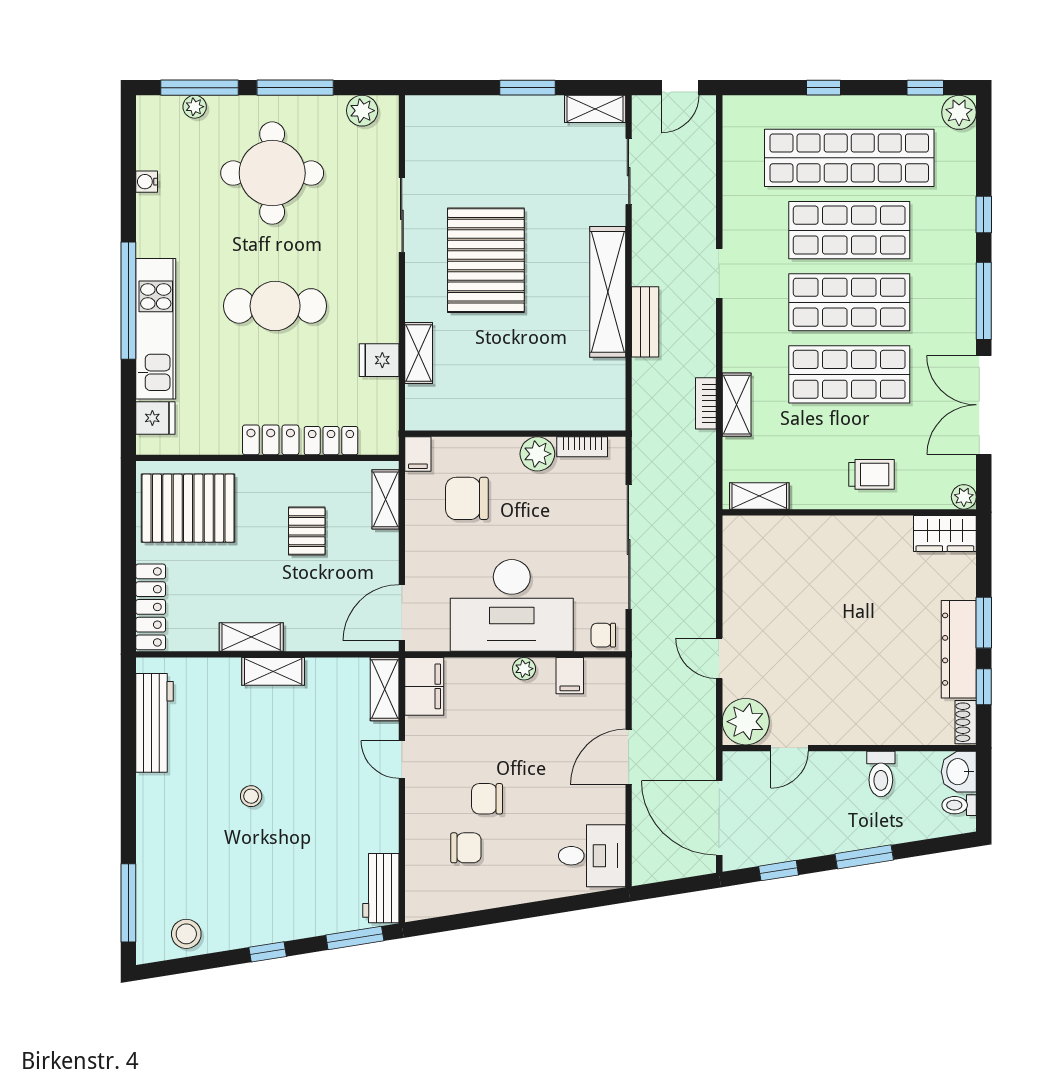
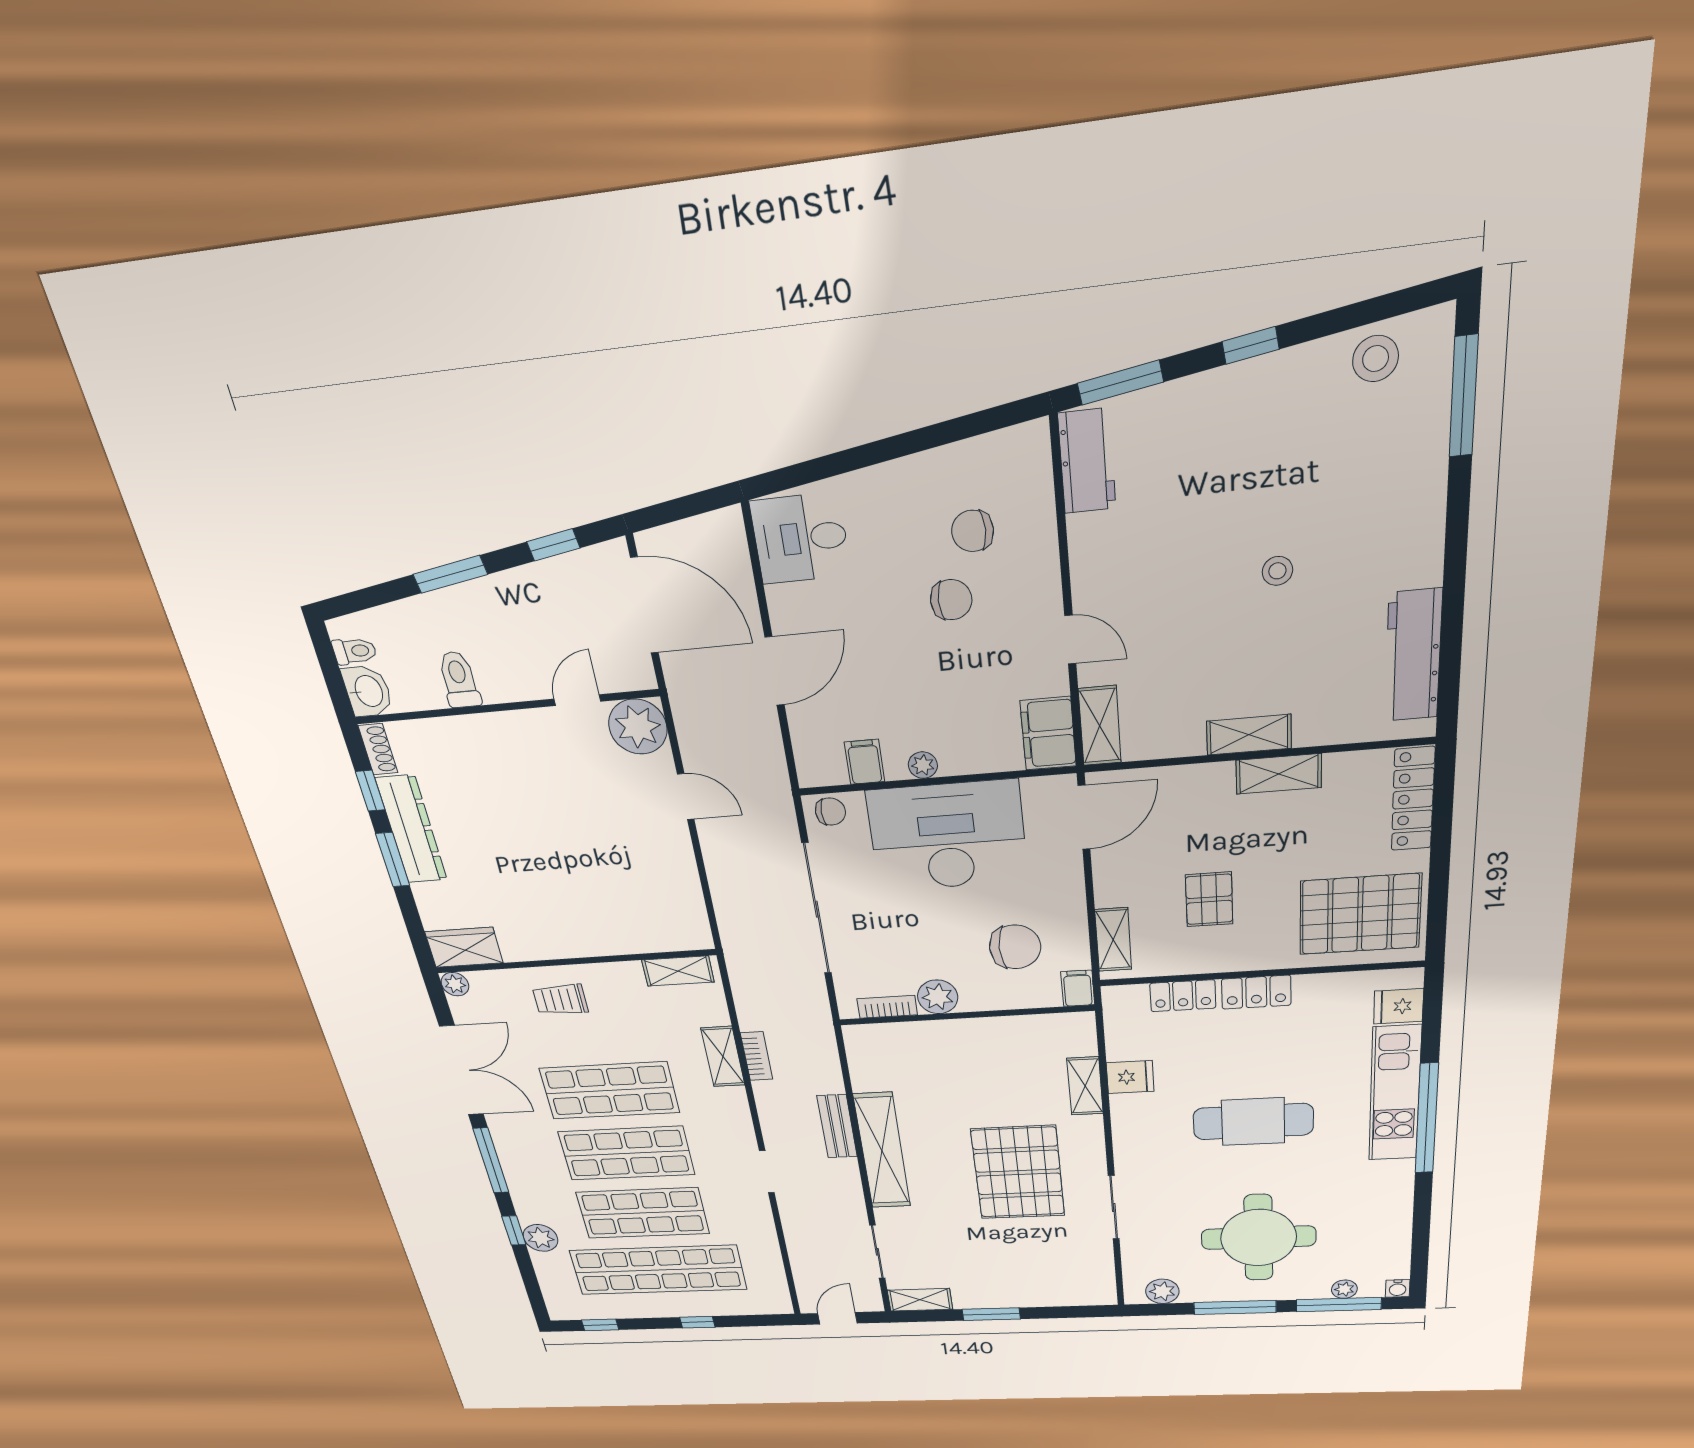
plant: (959, 112) -> (541, 1238), moved
water cooler: (147, 182) -> (1398, 1288), moved, turned 90

